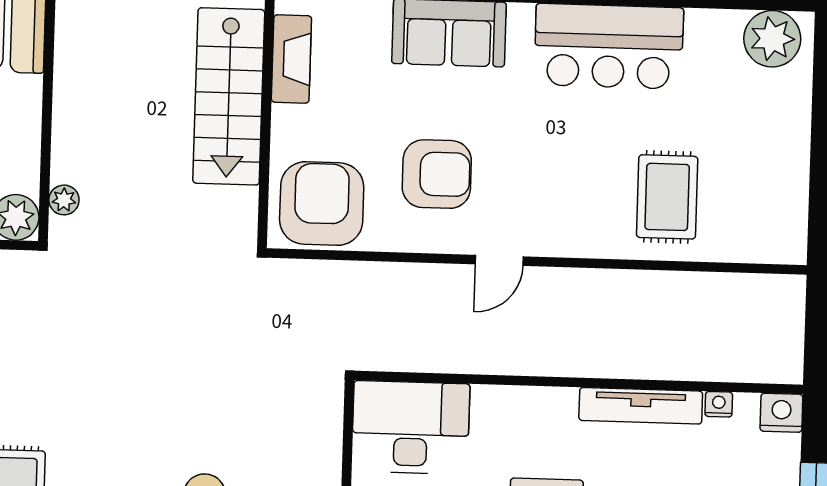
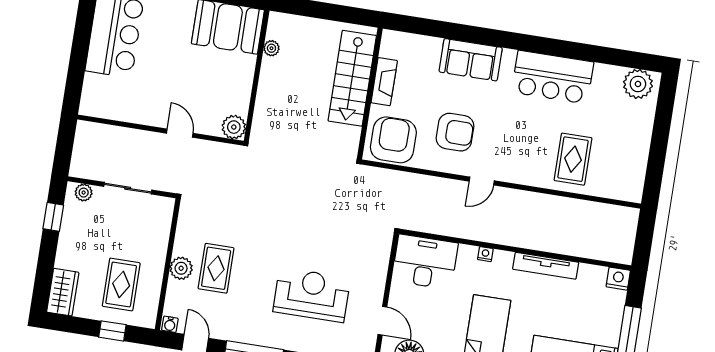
fireplace: (291, 59) -> (384, 82), moved
plant: (64, 200) -> (271, 48), moved
nightstand: (719, 404) -> (485, 254), moved

